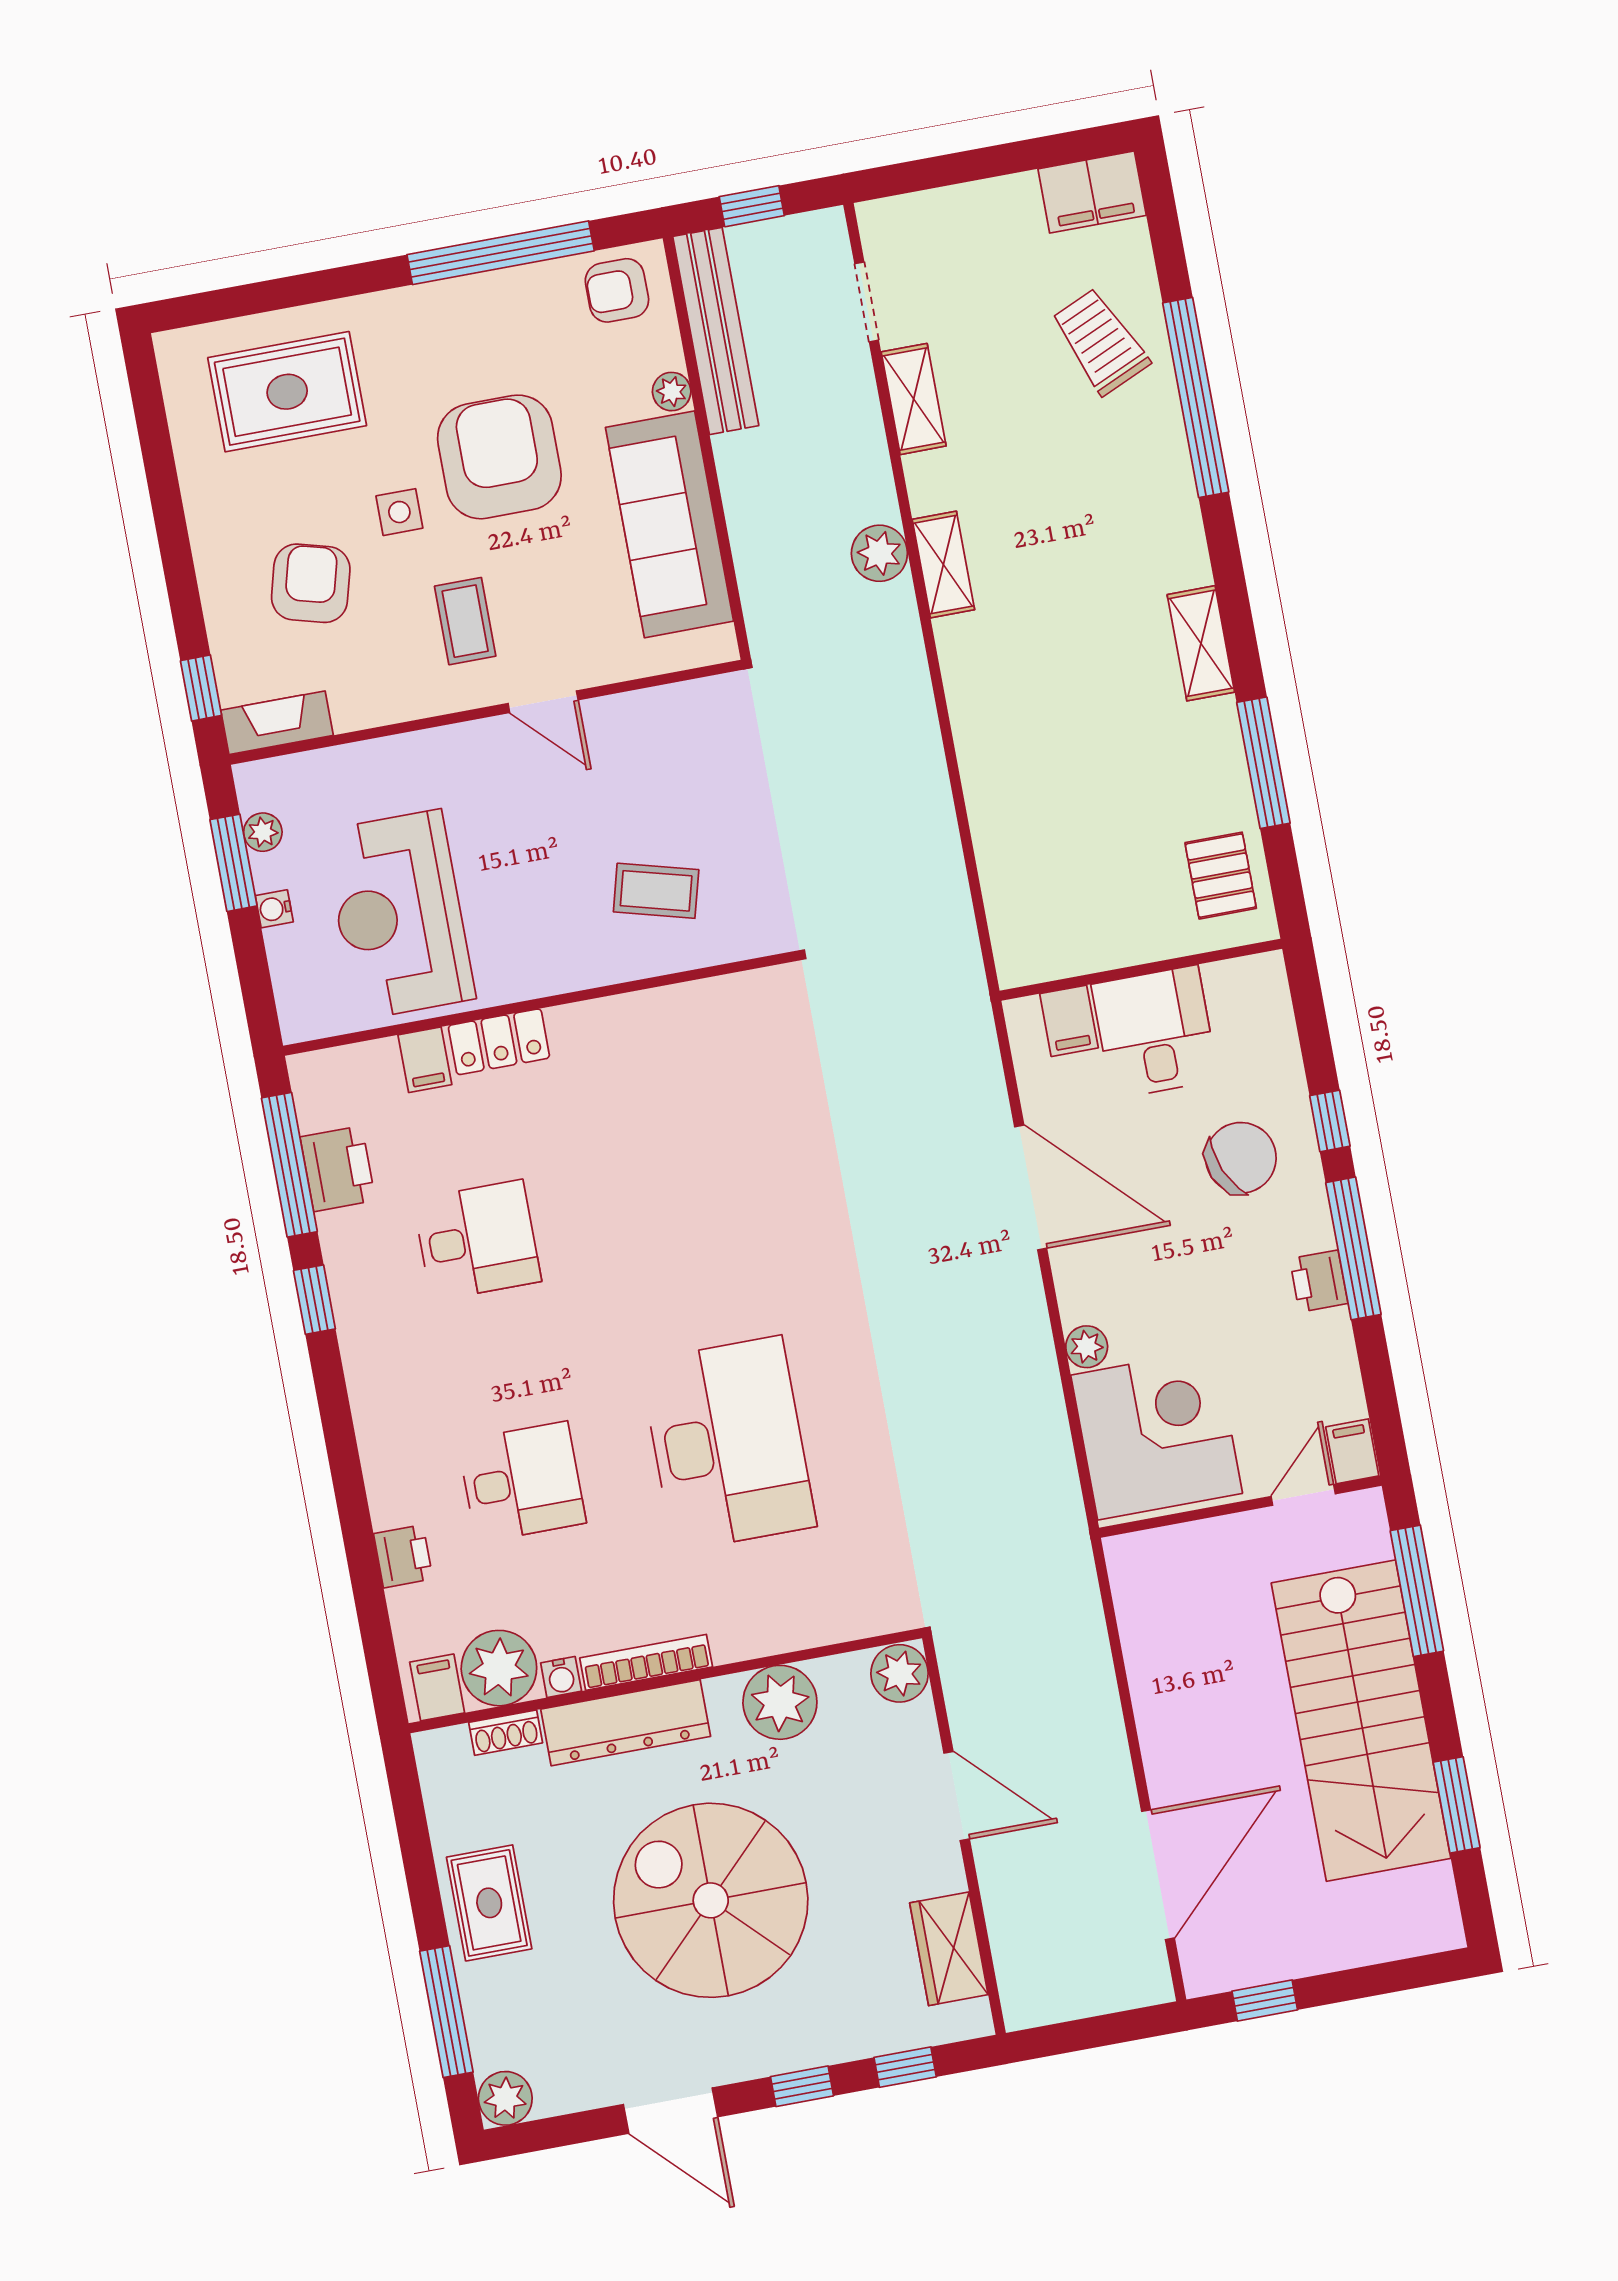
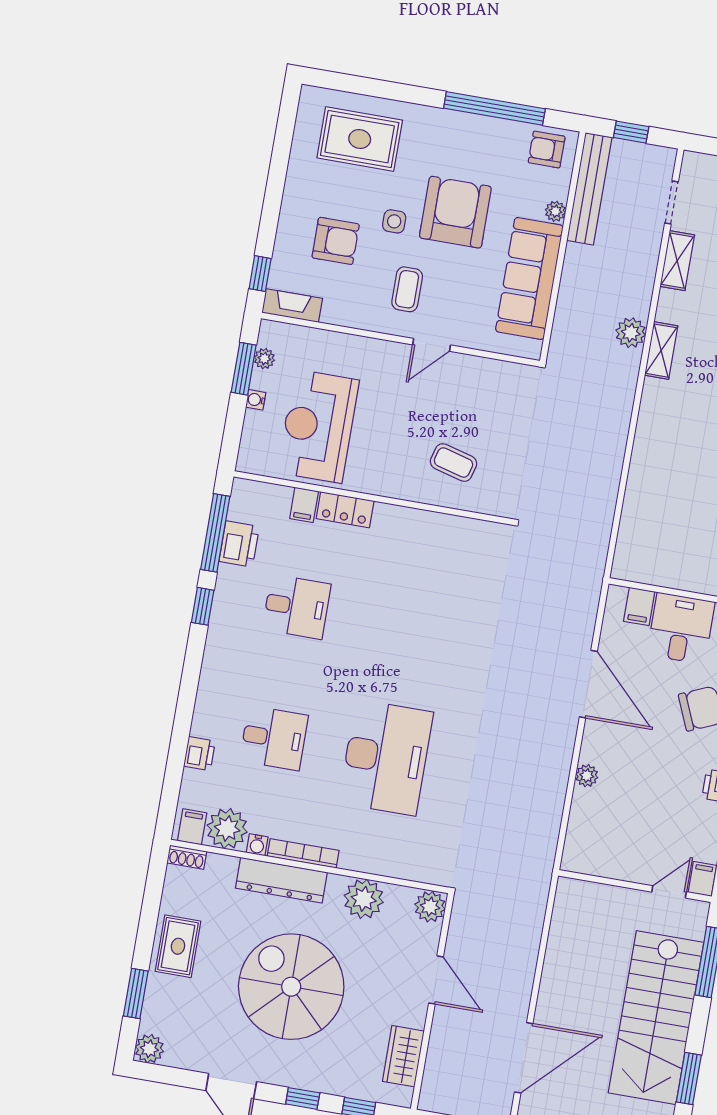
armchair: (311, 583) -> (336, 241), turned 75
door: (543, 702) -> (432, 345), hinge flipped
corner desk: (1157, 1434) -> (606, 833), removed
shoe rack: (506, 1733) -> (187, 857), moved
window: (446, 2012) -> (136, 994), width x0.69

